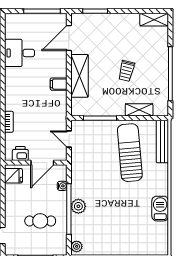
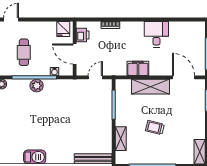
desk: (20, 53) -> (156, 34), moved
filing cabinet: (59, 84) -> (138, 68), width x2.00
sun lounger: (130, 153) -> (83, 131), removed

